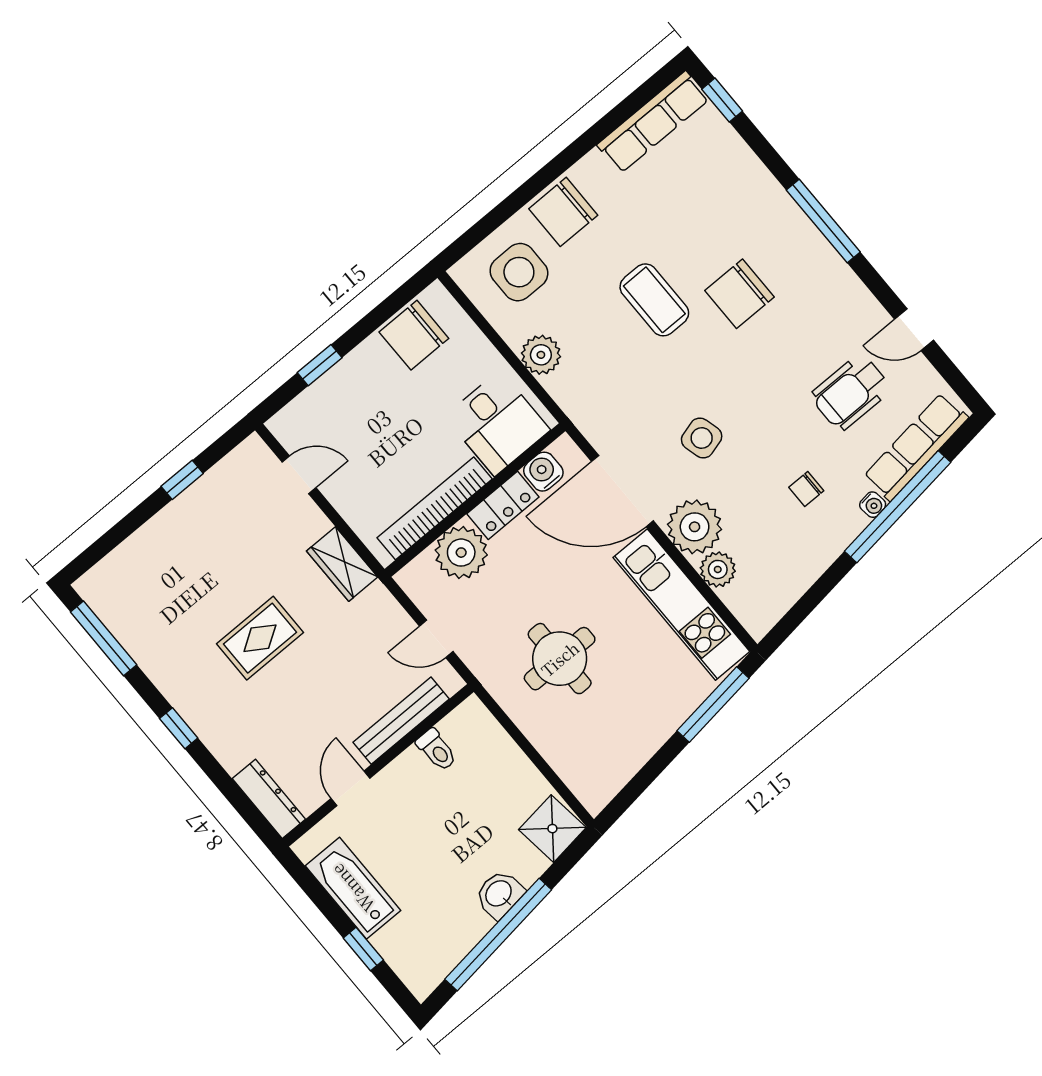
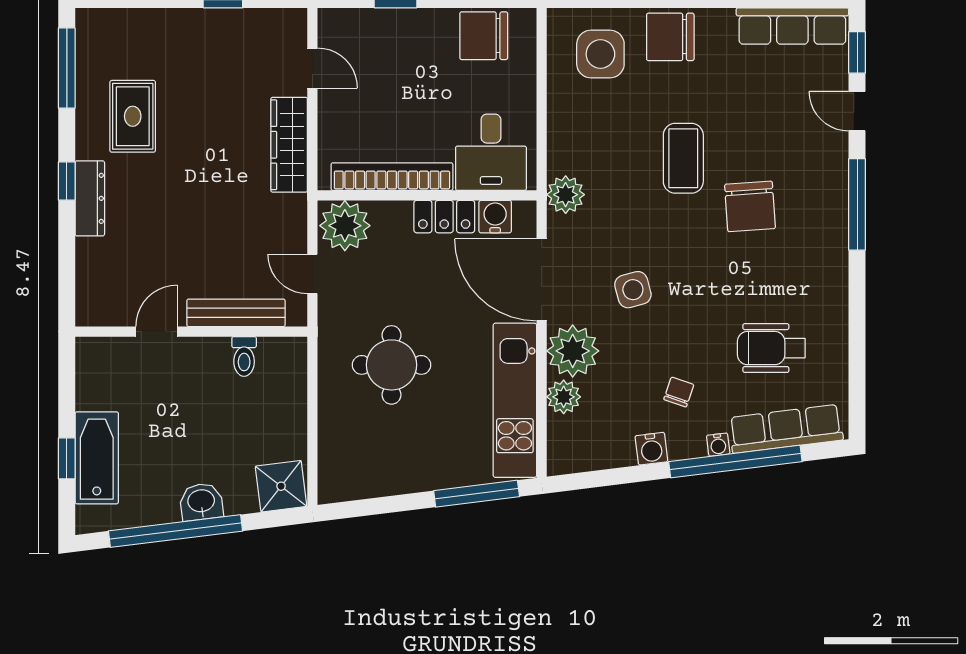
chair: (739, 294) -> (750, 206), turned -94
door: (914, 330) -> (857, 111), moved
plant: (541, 355) -> (566, 195), moved
chair: (806, 489) -> (679, 392), turned 109
water cooler: (822, 552) -> (651, 449), added
plant: (461, 553) -> (345, 226), moved
wardrobe: (342, 564) -> (289, 145), width x1.50
rug: (260, 638) -> (133, 116), moved, turned 90
dresser: (269, 799) -> (90, 198), moved
bathtub: (353, 888) -> (97, 458), moved

